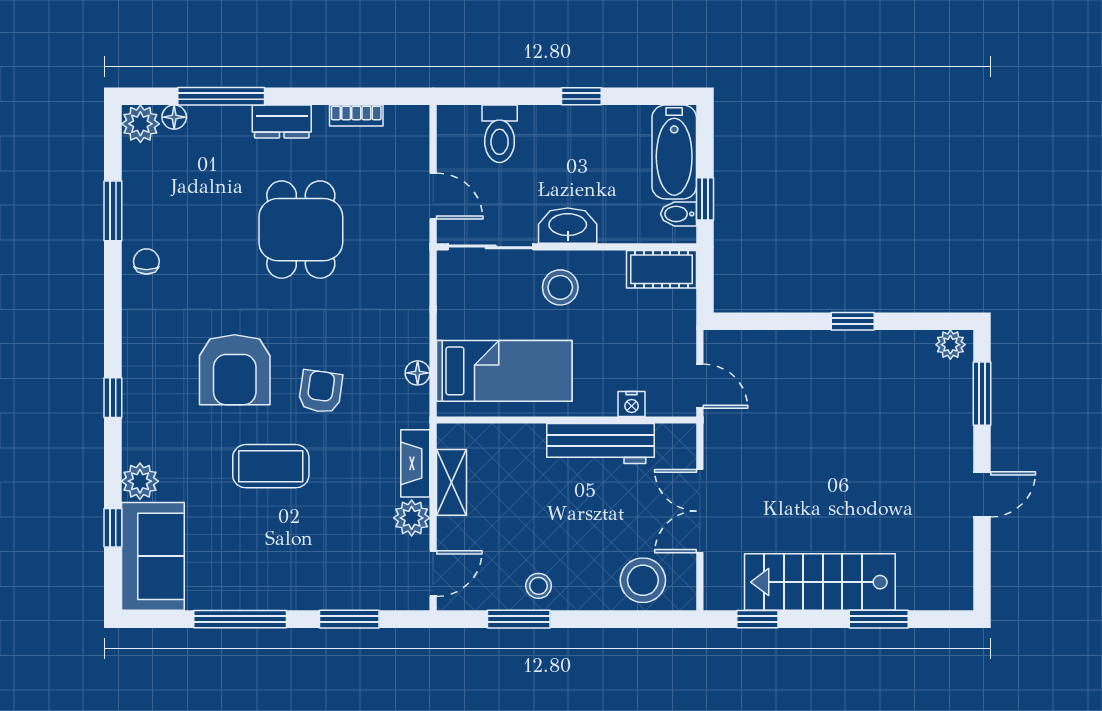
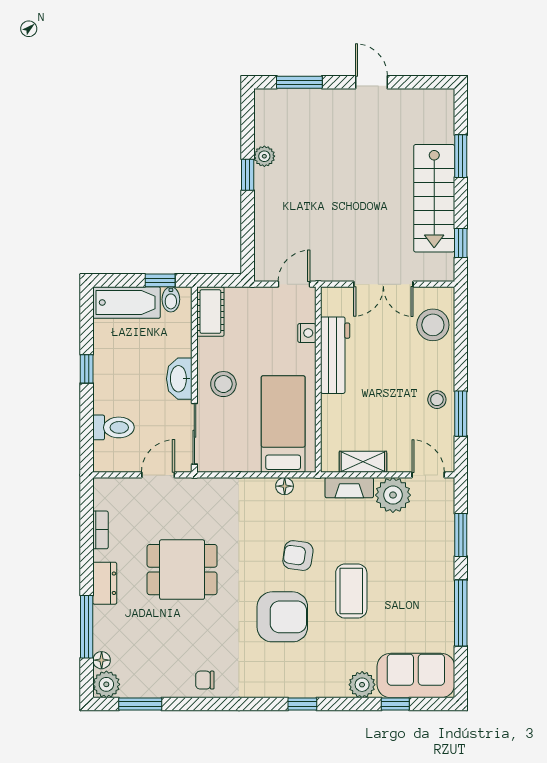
window: (113, 211) -> (140, 704), moved
plant: (950, 345) -> (264, 156), moved
plant: (412, 518) -> (393, 495), width x1.36, depth x1.36

